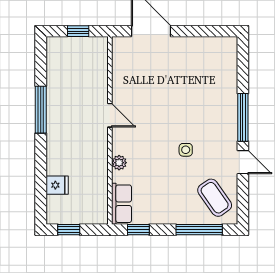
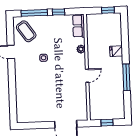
door: (110, 115) -> (87, 76), swing flipped
window: (243, 117) -> (12, 77), removed
fridge: (57, 185) -> (116, 51), moved
window: (138, 230) -> (59, 12), moved

